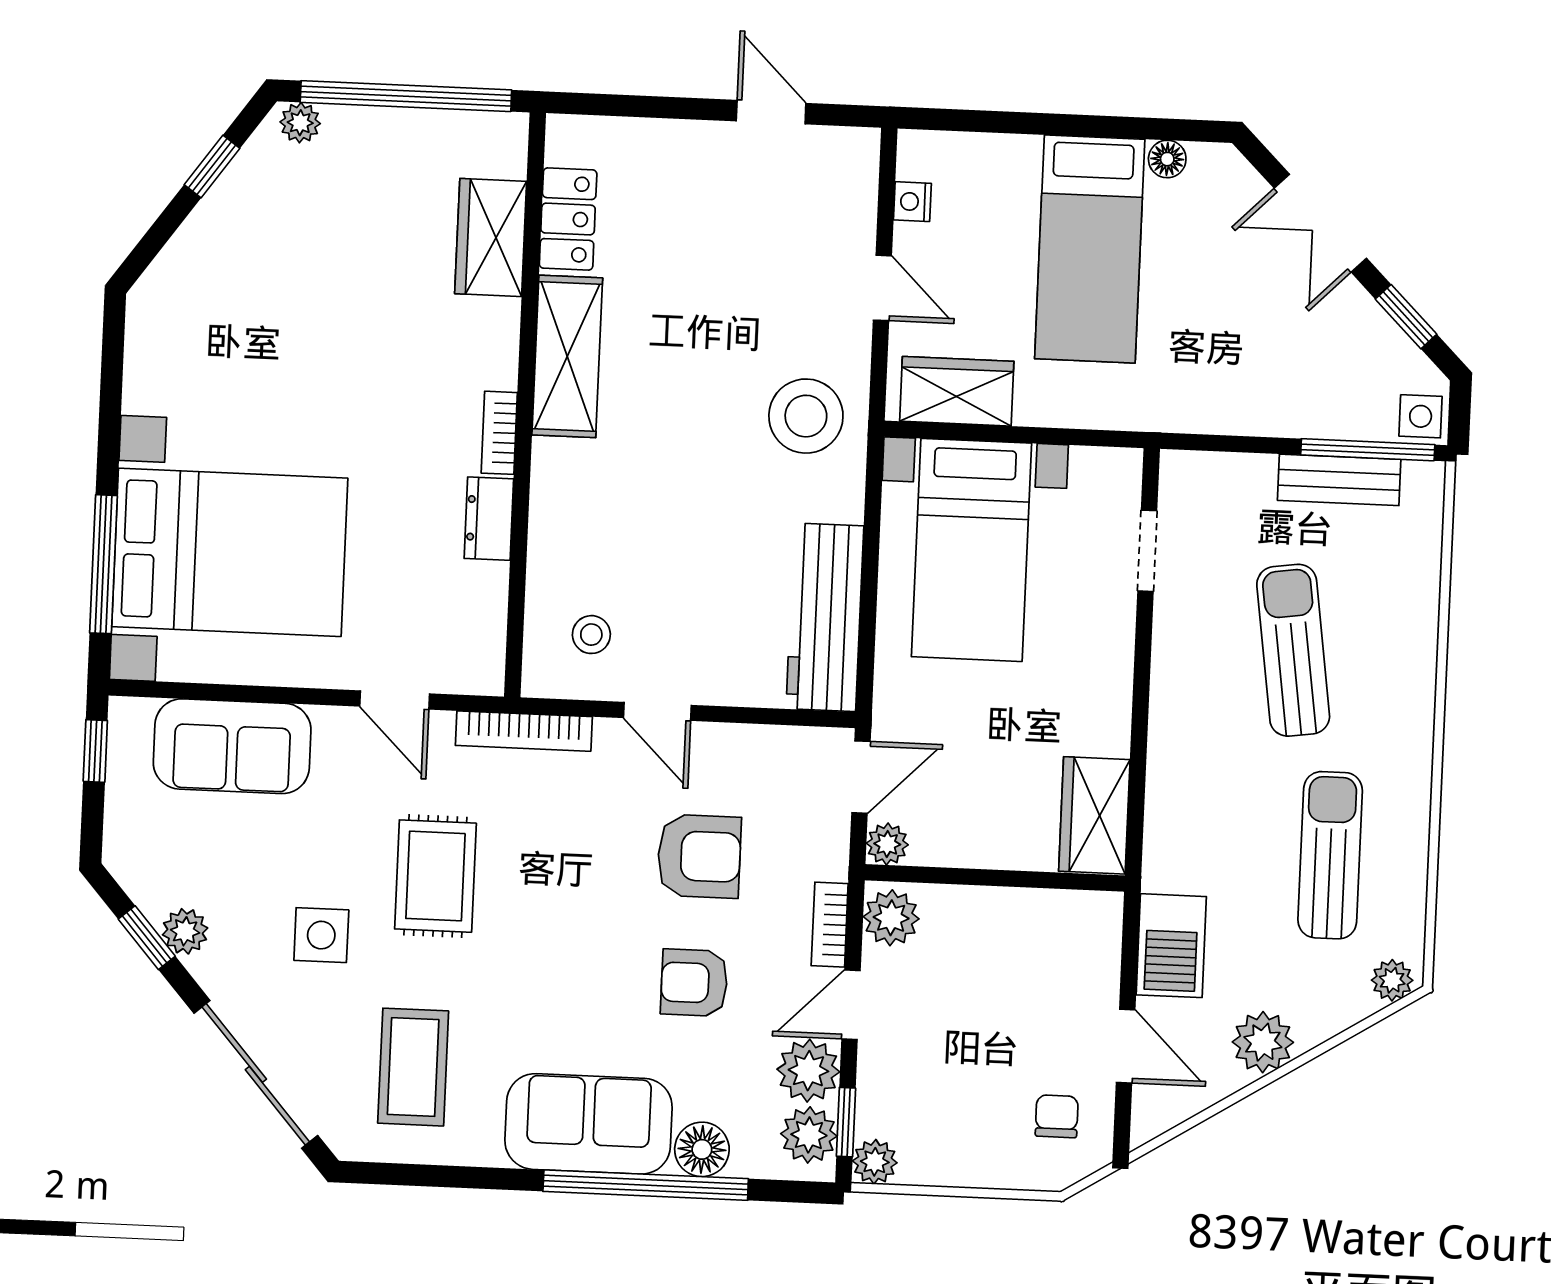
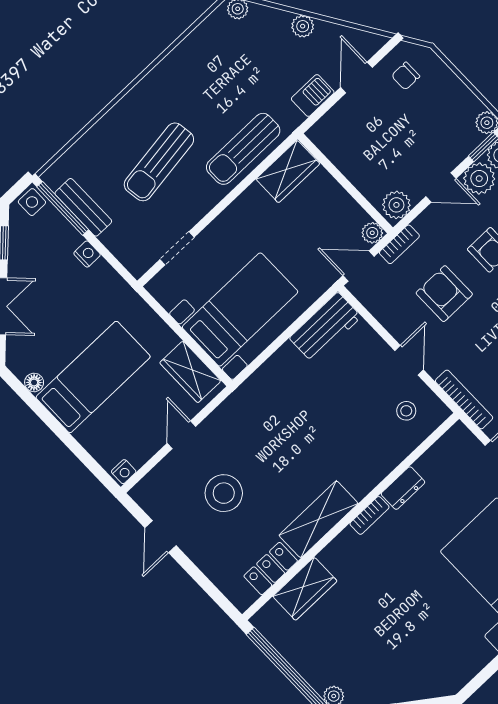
nightstand: (912, 202) -> (124, 472), moved
stool: (806, 416) -> (224, 493), moved
nightstand: (1269, 418) -> (87, 254), added
workbench: (825, 617) -> (325, 327), width x0.73
sun lounger: (1330, 855) -> (243, 149), moved
bookcase: (830, 925) -> (399, 244), moved
barbecue: (1171, 946) -> (313, 96), width x0.73, depth x0.79
plant: (1263, 1042) -> (303, 26), width x0.73, depth x0.73

